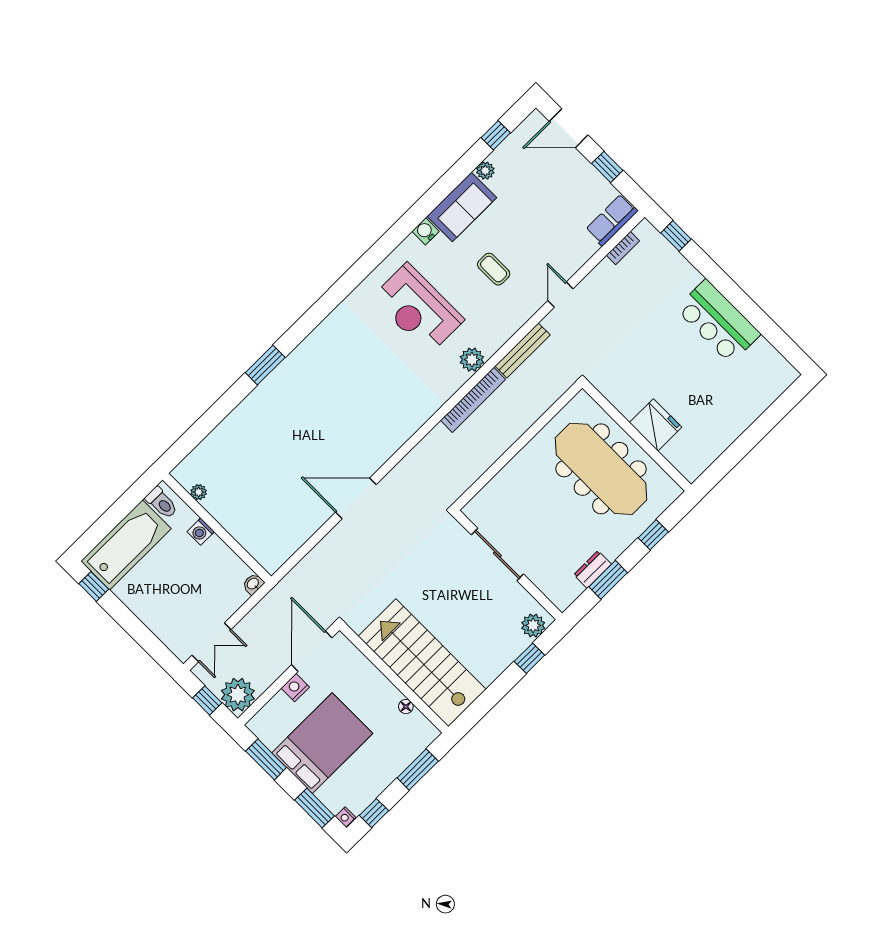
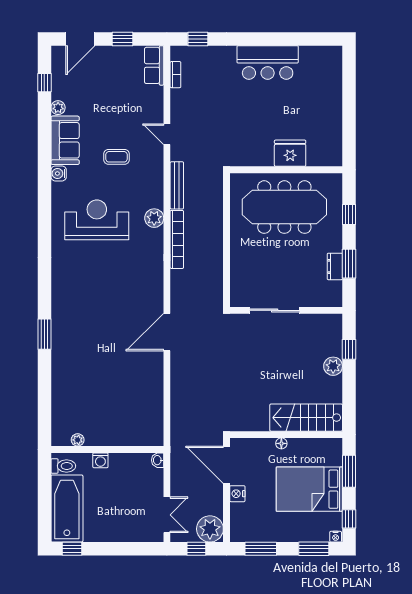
reception desk: (418, 309) -> (97, 220), turned 180
door: (356, 498) -> (167, 332), moved
plant: (533, 625) -> (333, 366), moved
stairs: (422, 663) -> (306, 418), width x0.73, depth x0.66
floor lamp: (406, 707) -> (281, 443), moved
bed: (322, 743) -> (309, 489), moved, turned -90

